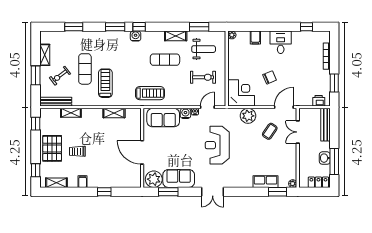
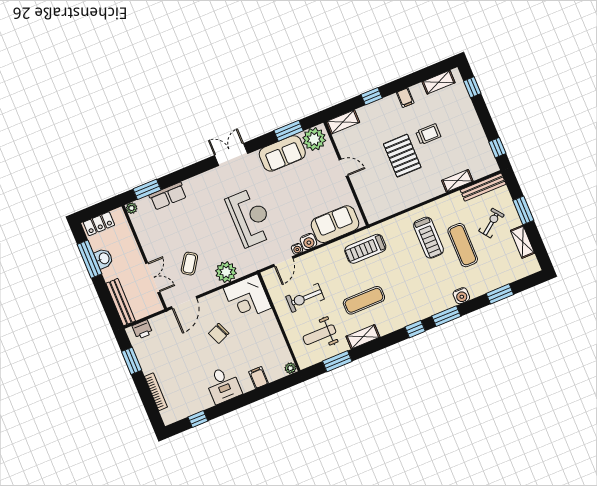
water cooler: (136, 36) -> (461, 296), moved
shelving: (114, 113) -> (343, 122), moved
pallet: (52, 148) -> (402, 156), moved
door: (142, 152) -> (344, 168), width x0.53

